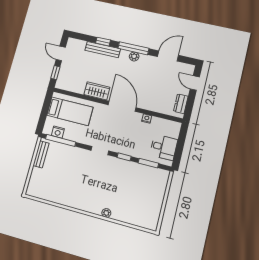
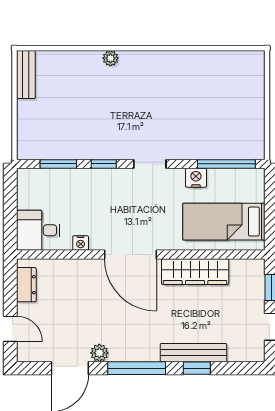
plant: (134, 56) -> (99, 353), moved
wardrobe: (97, 91) -> (195, 272), width x1.50
nightstand: (58, 132) -> (196, 178), moved
desk: (164, 147) -> (38, 230), moved
bench: (41, 154) -> (26, 75), moved

